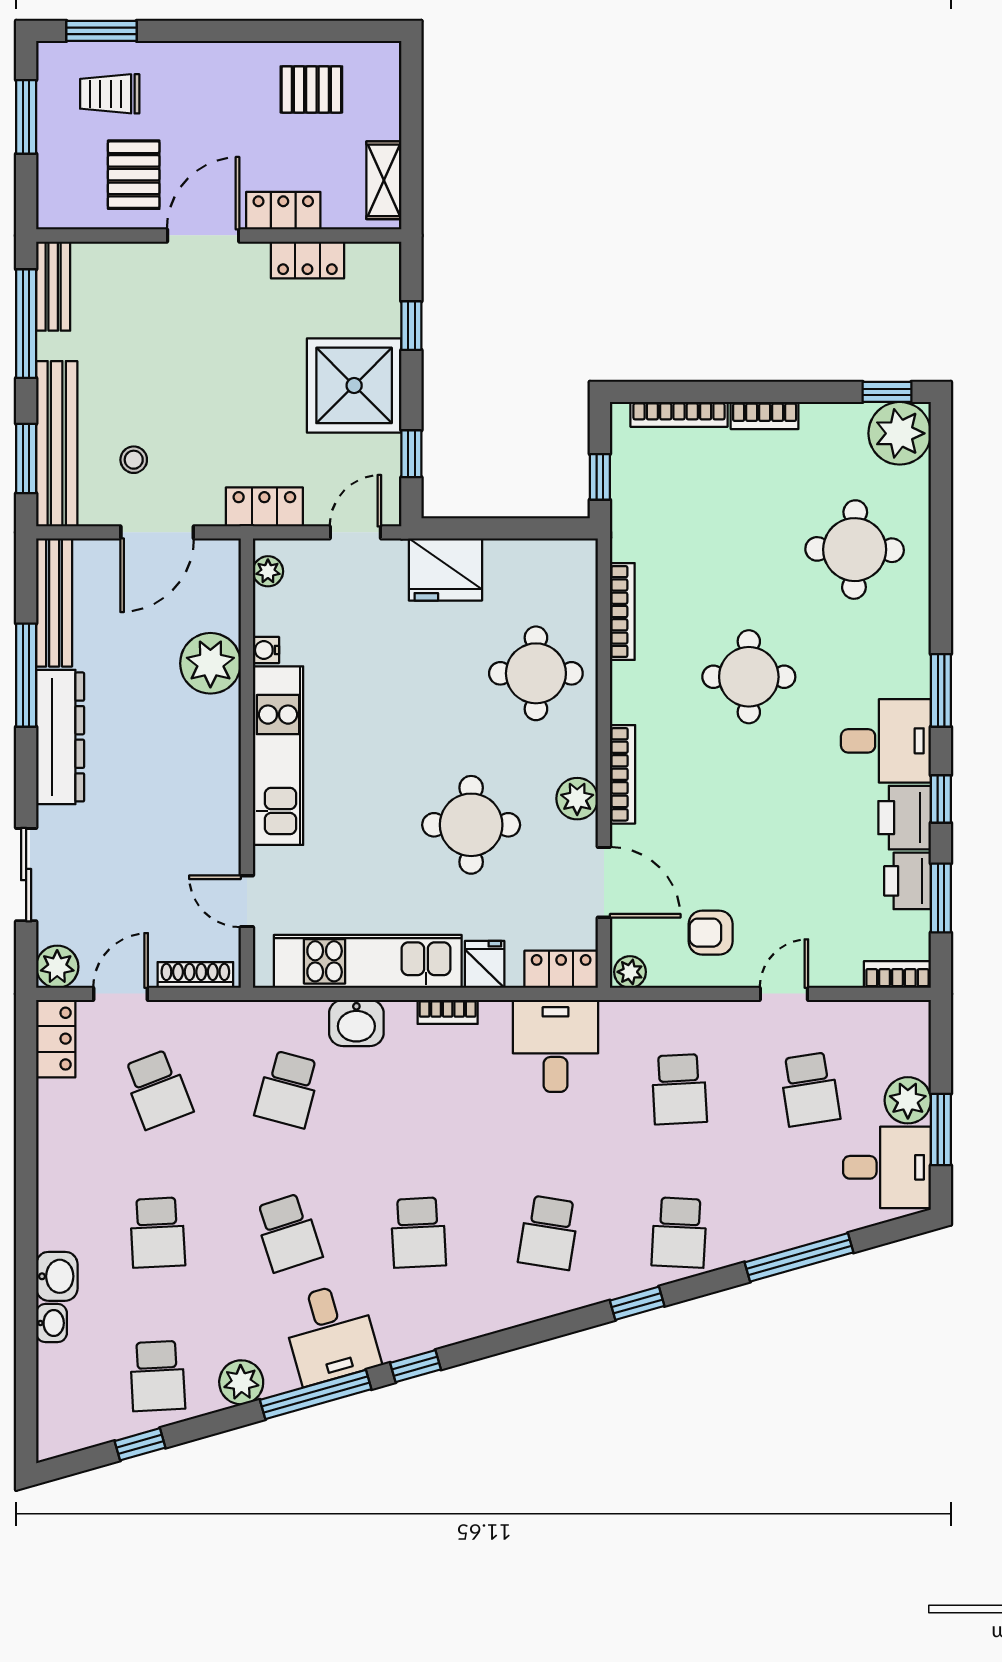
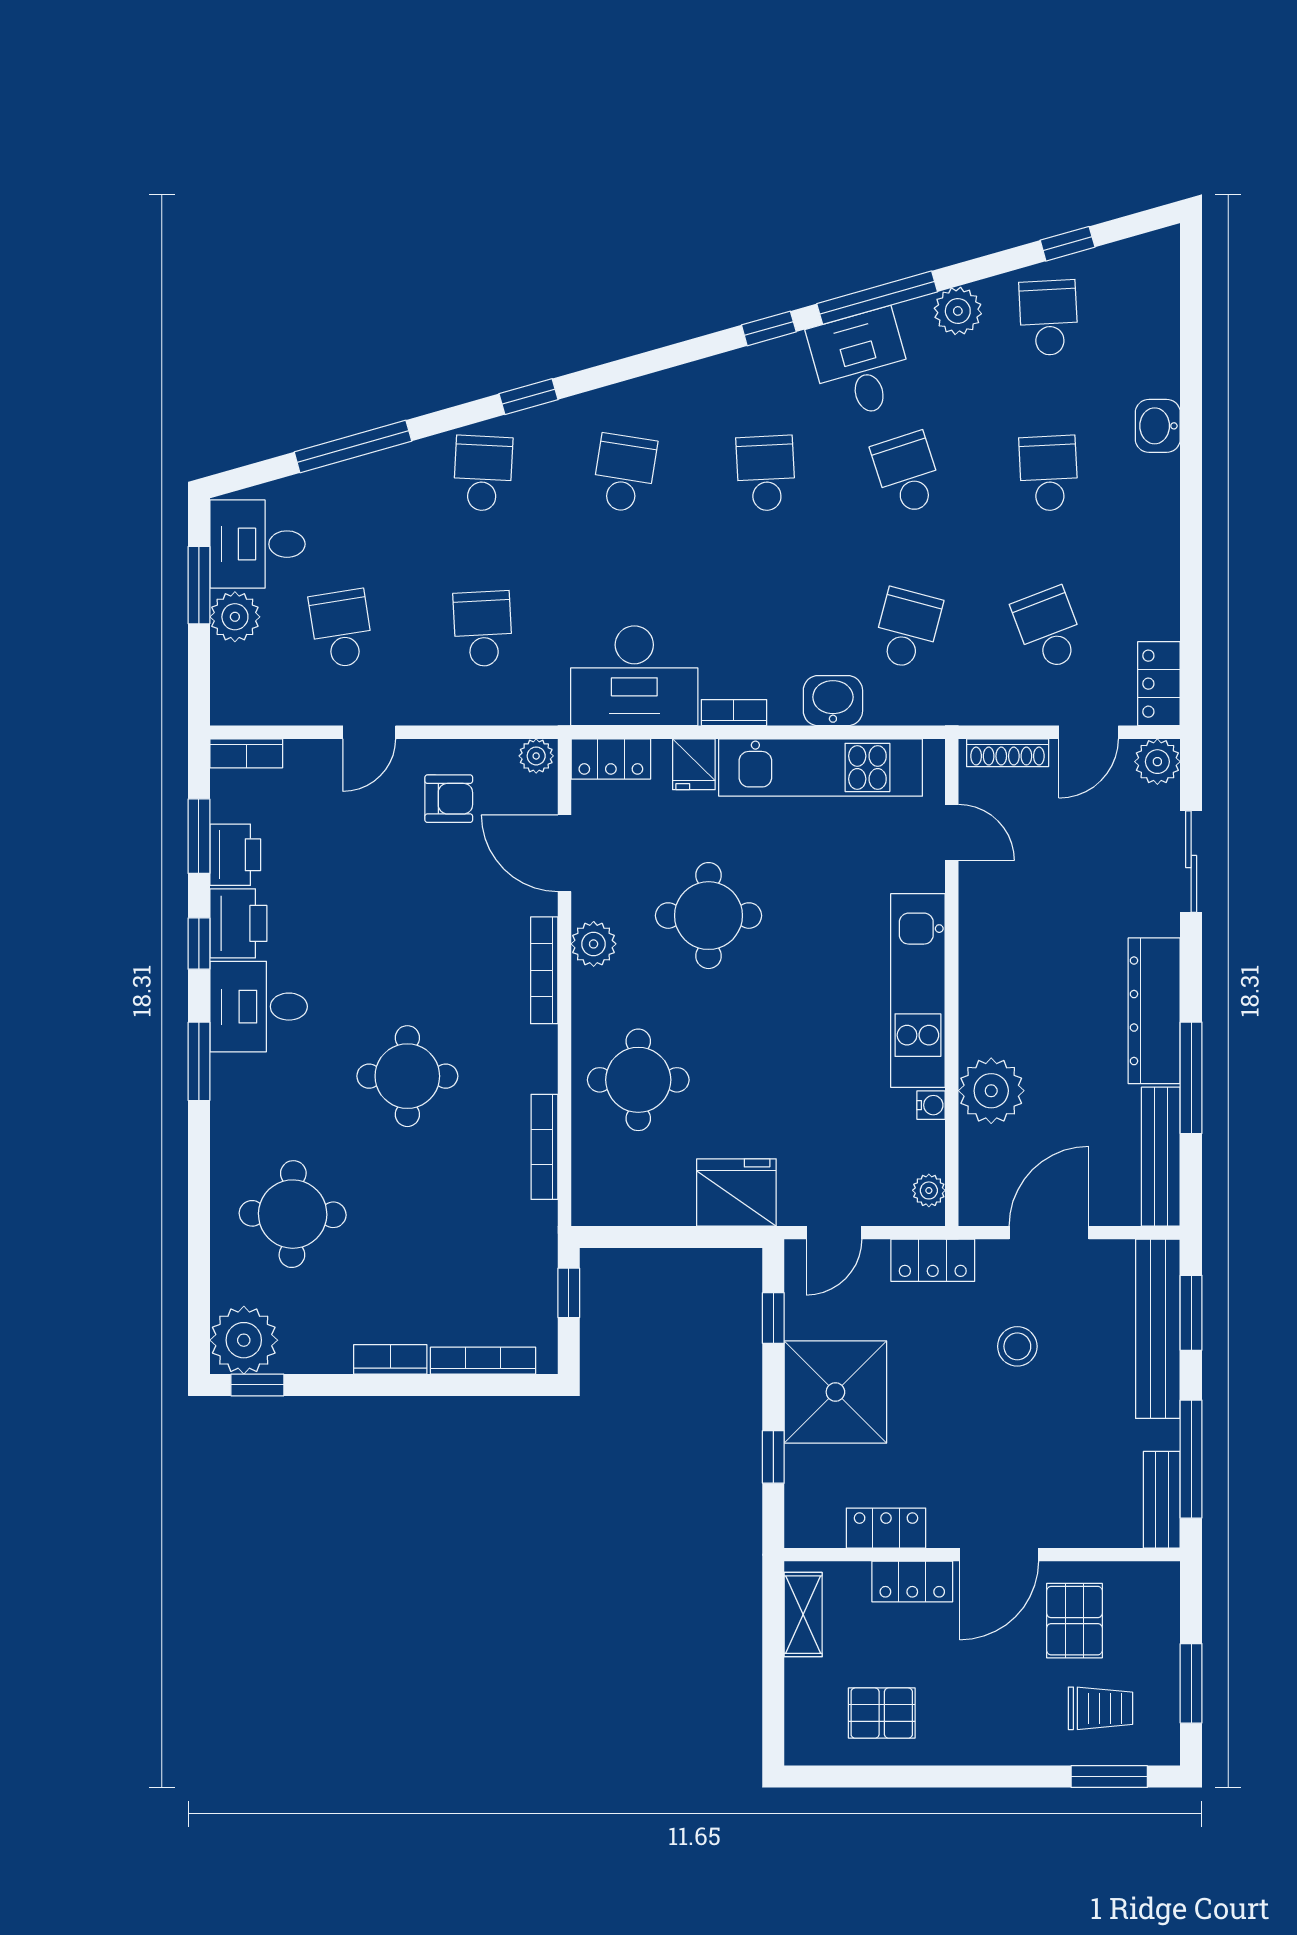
stool: (134, 460) -> (1017, 1346), moved, width x1.37, depth x1.37
desk: (555, 1046) -> (634, 676), width x1.37
washbasin: (52, 1323) -> (1164, 375), removed

